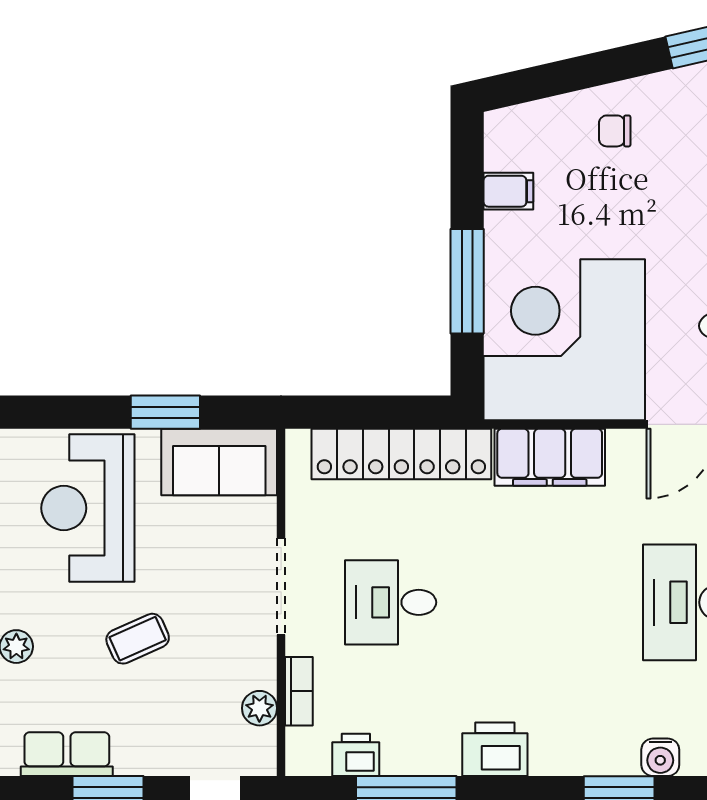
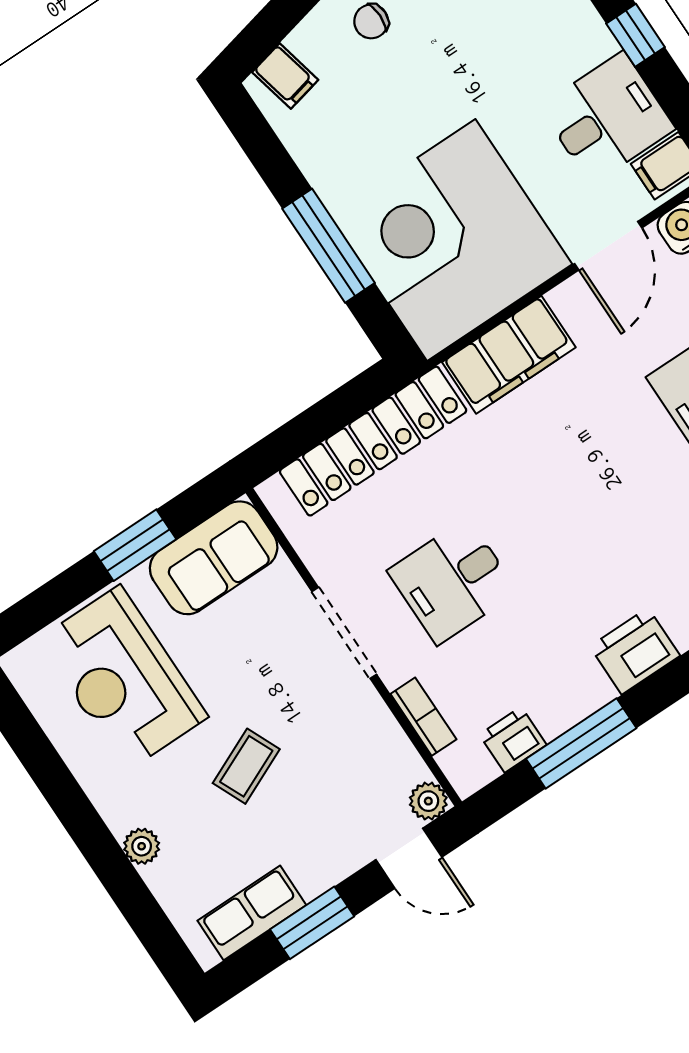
filing cabinet: (508, 191) -> (285, 76), moved, turned 77
plant: (259, 708) -> (428, 801), moved

